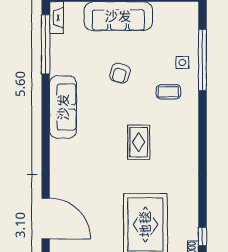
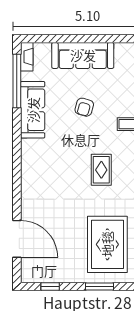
sofa: (63, 107) -> (33, 110), moved

